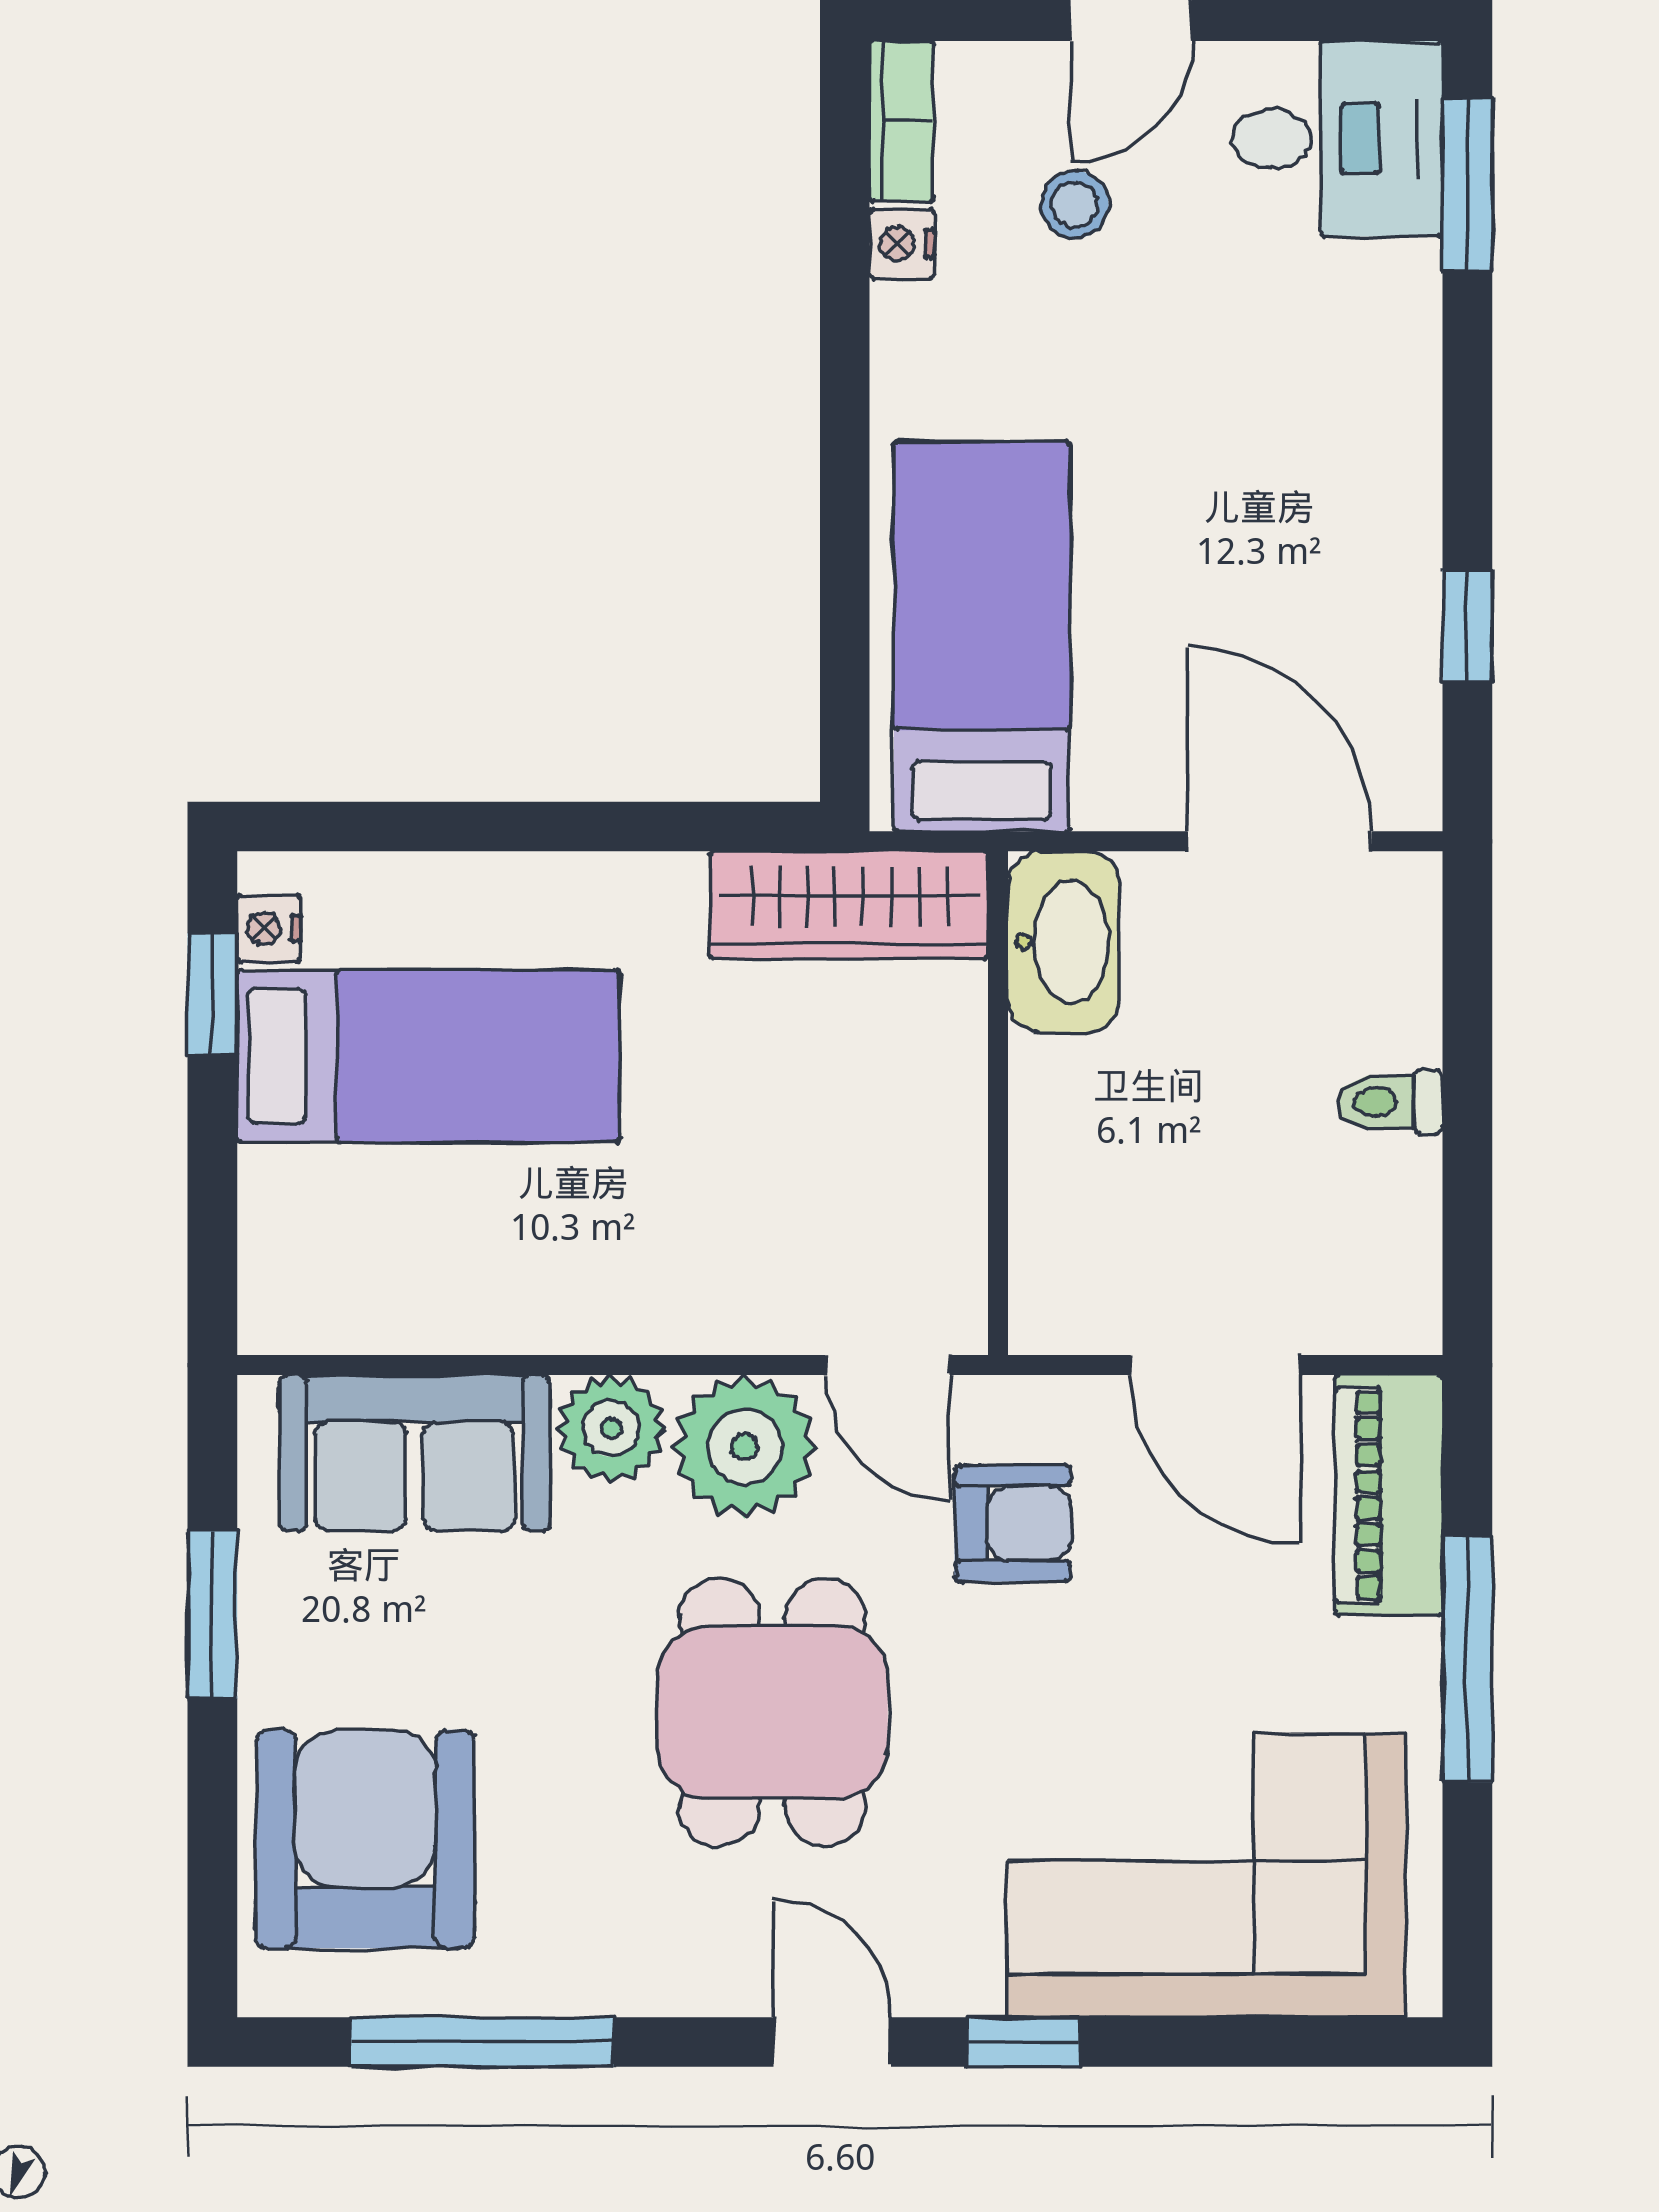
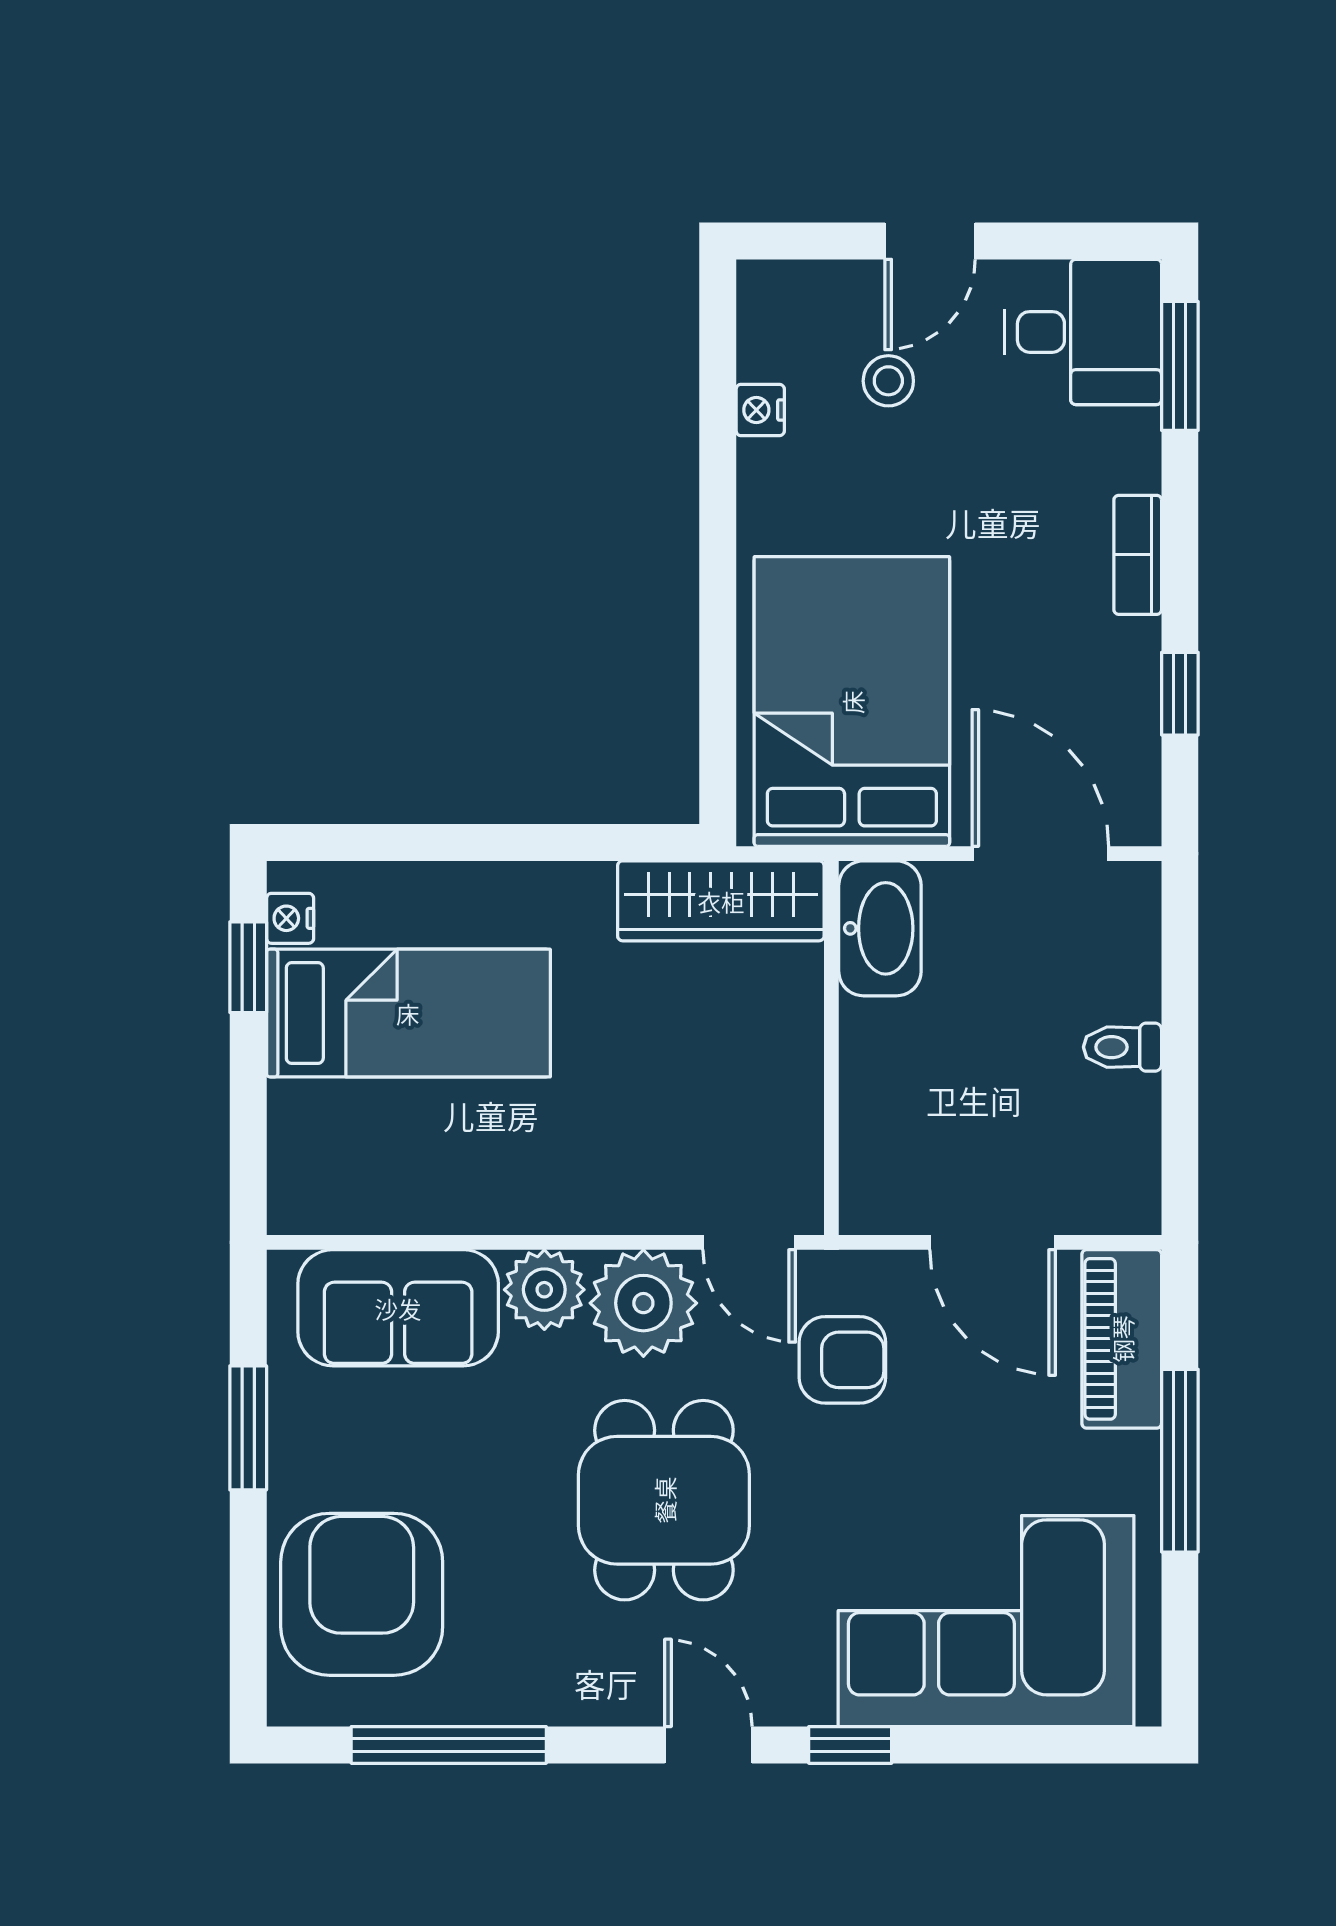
bookcase: (902, 121) -> (1138, 555), moved, turned 180
bed: (982, 636) -> (852, 702), width x1.50

